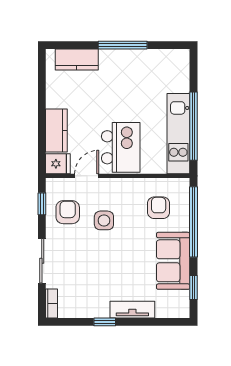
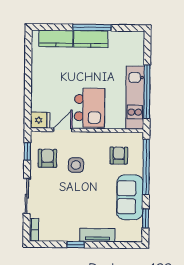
kitchen counter: (56, 130) -> (91, 39), moved, turned 90

